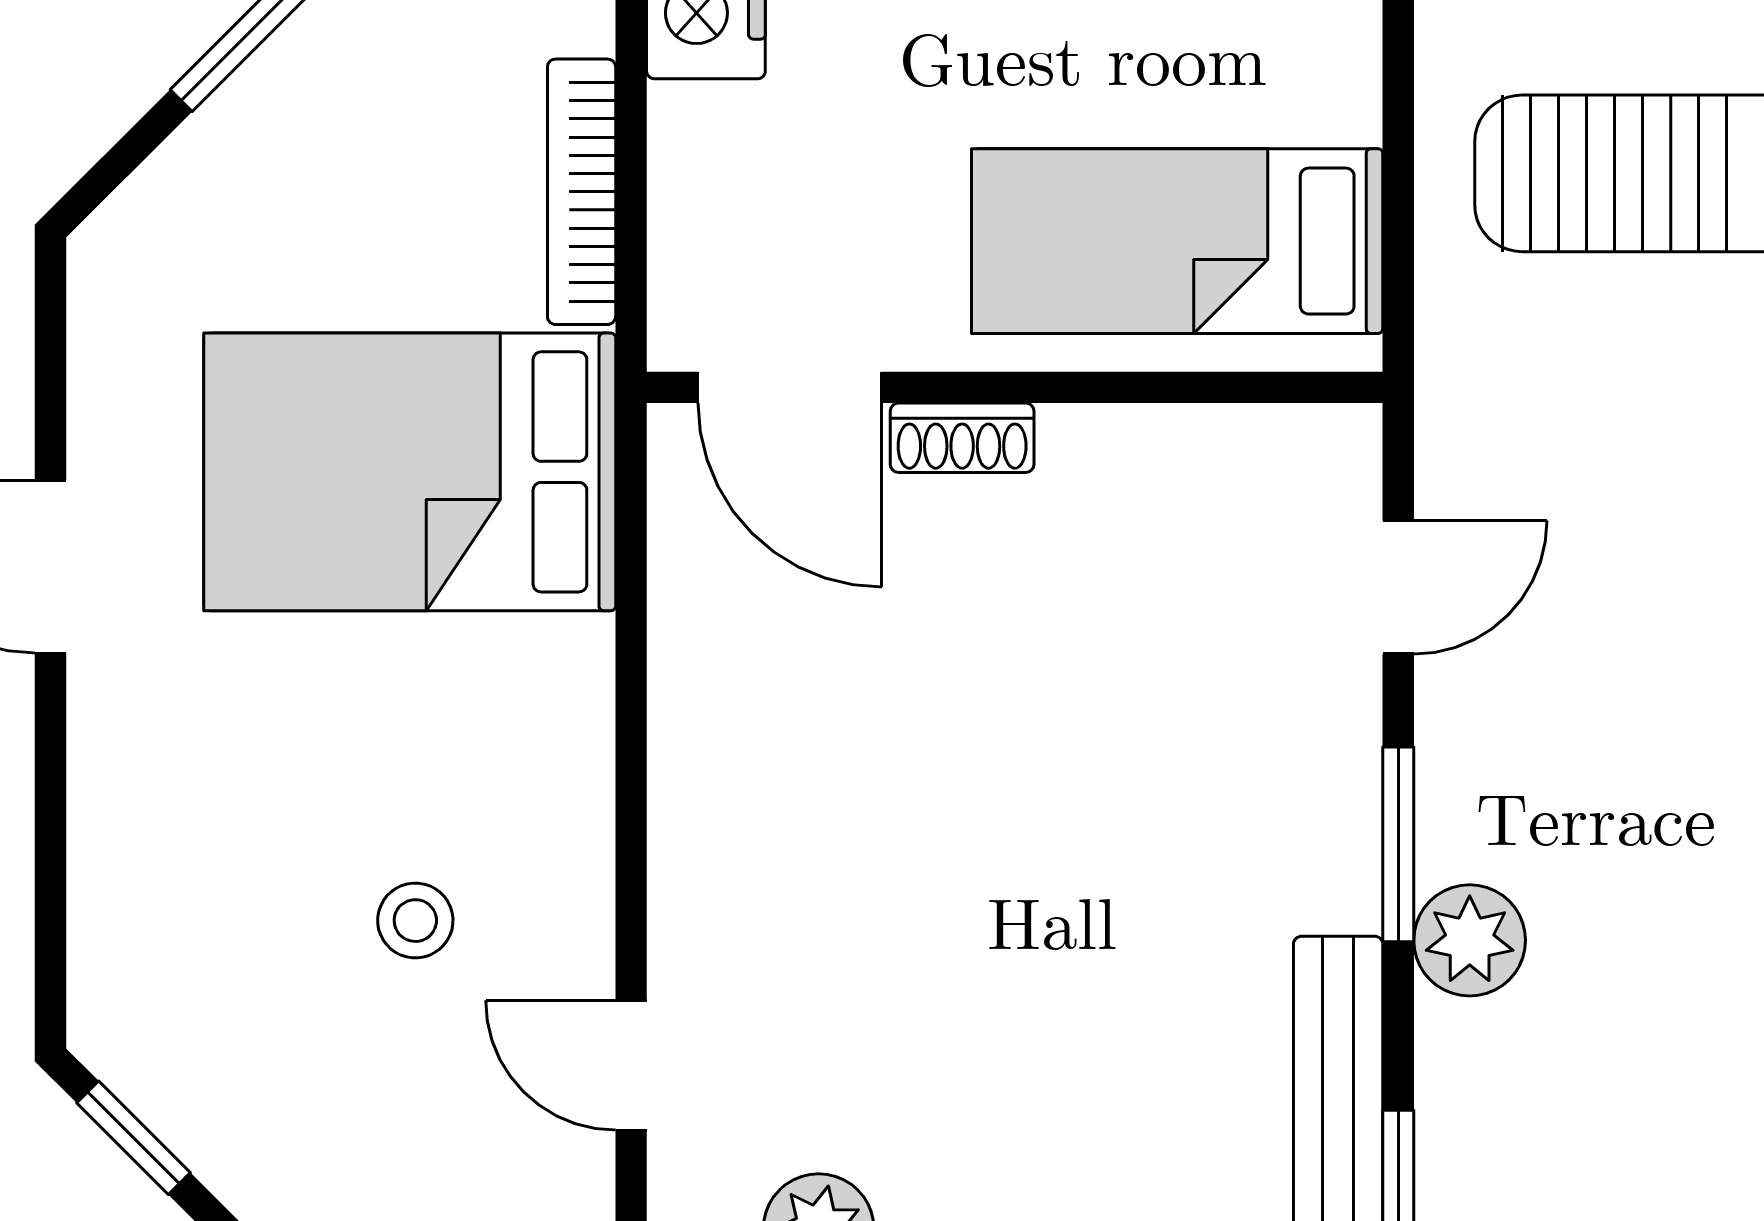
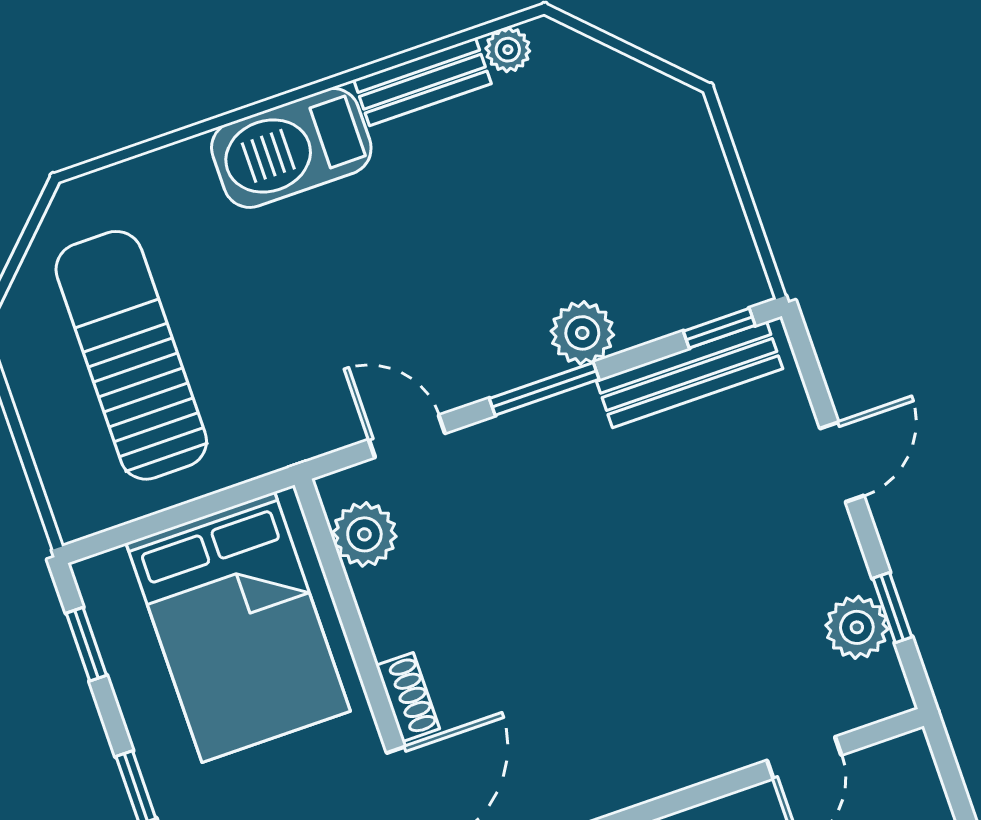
bed: (1177, 241) -> (238, 627), width x1.50
plant: (1259, 459) -> (364, 534), added

